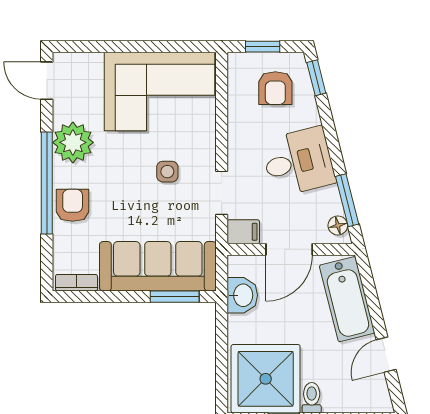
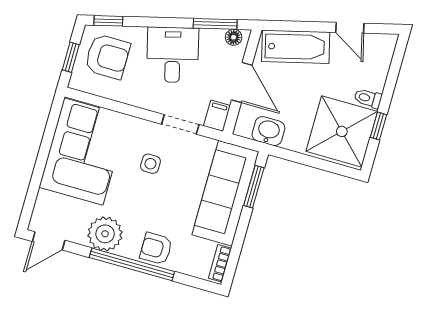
armchair: (275, 88) -> (107, 57), width x1.38, depth x1.38

